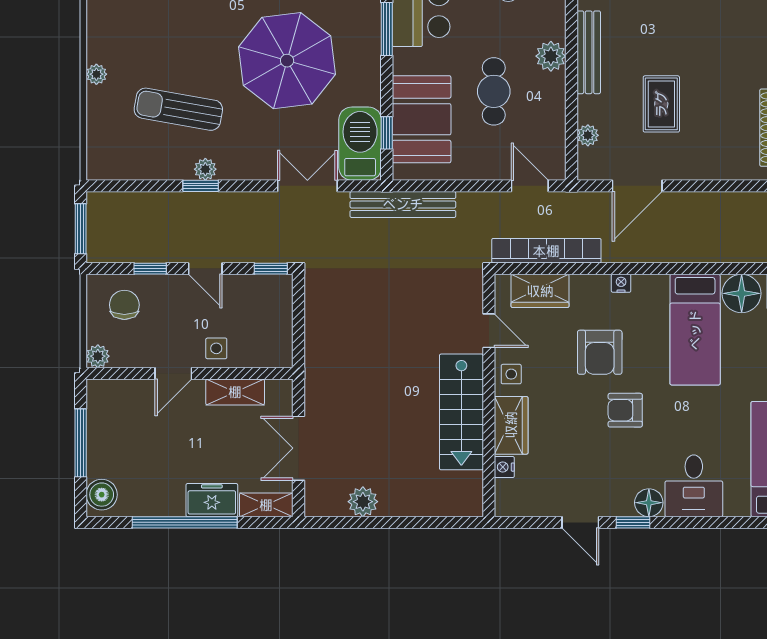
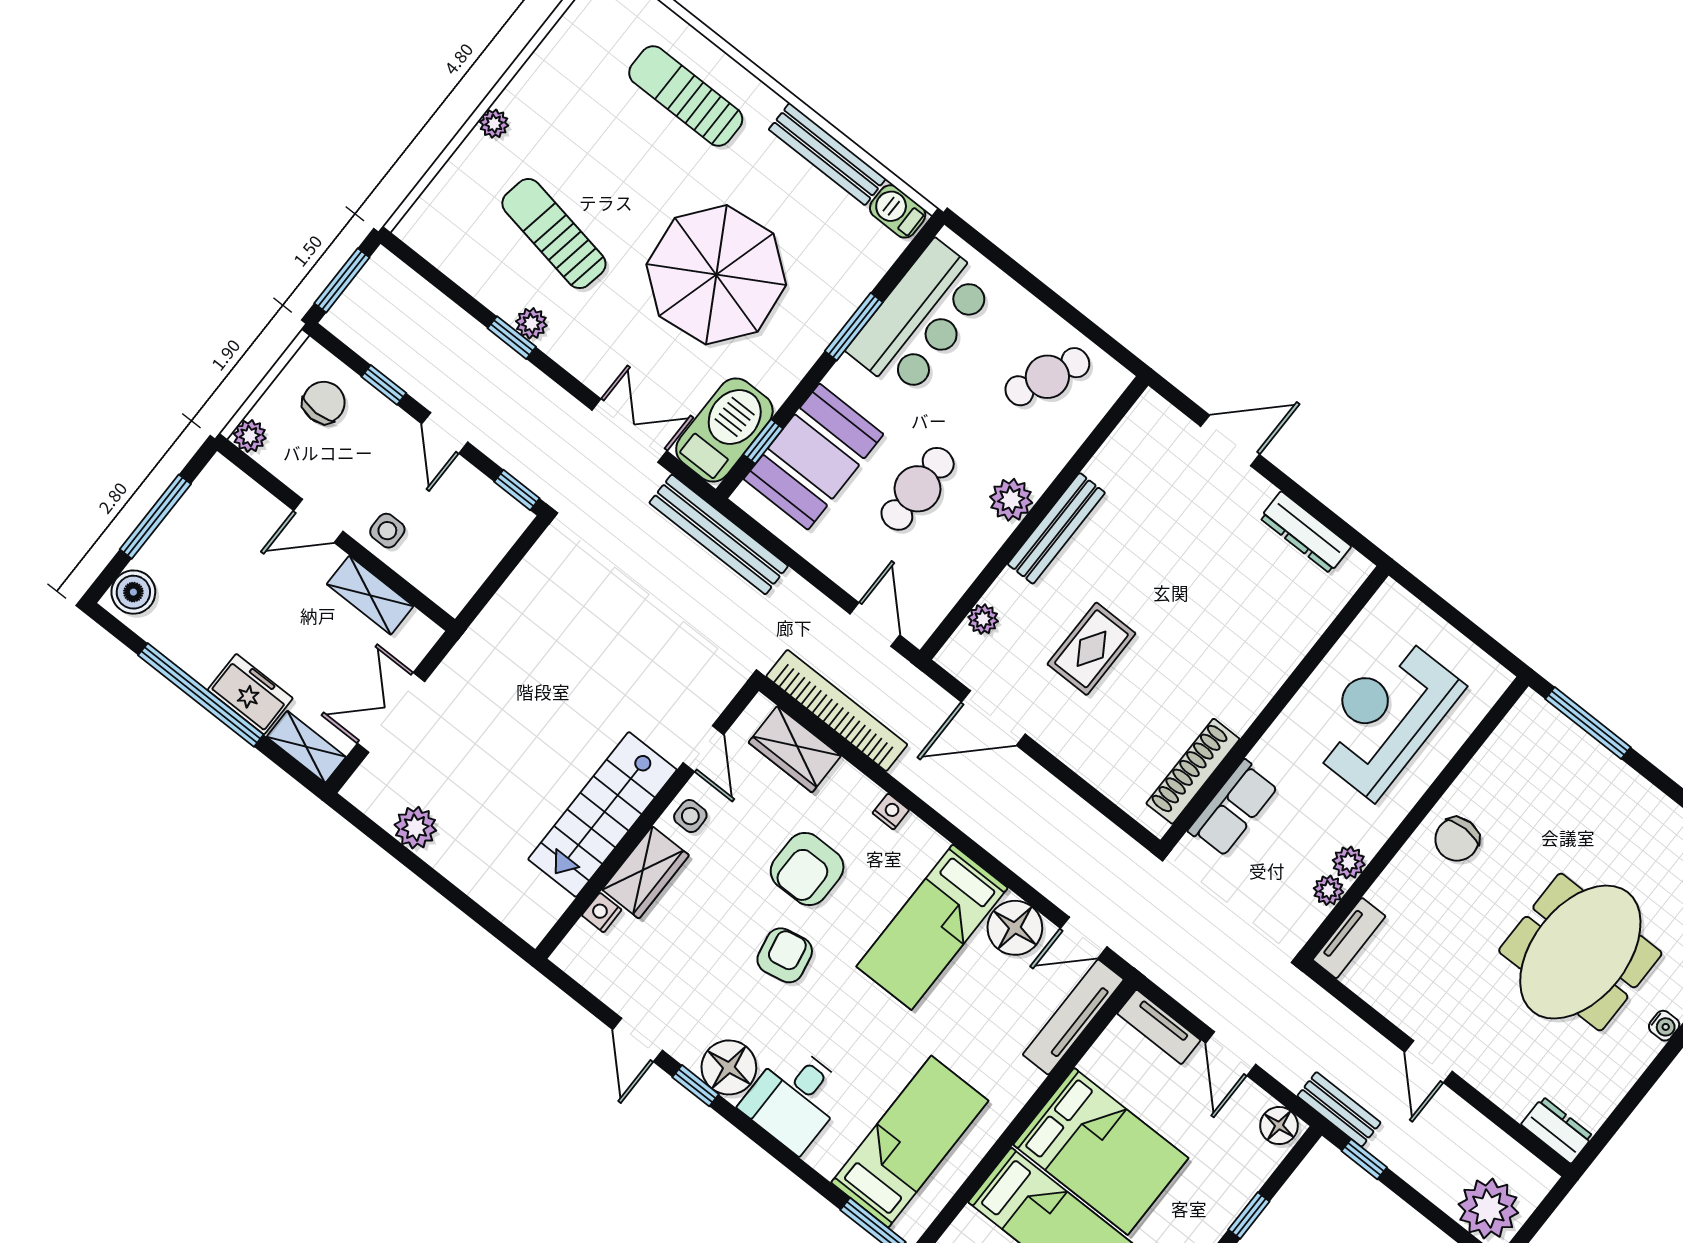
armchair: (625, 410) -> (785, 955), turned 79
floor lamp: (649, 503) -> (729, 1067), width x1.38, depth x1.38

